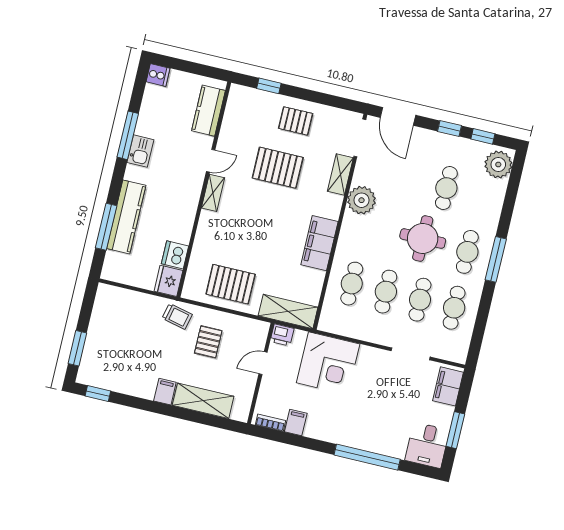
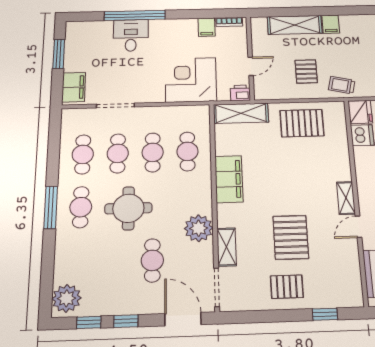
pallet: (278, 168) -> (291, 237), turned 90
cafe table: (446, 188) -> (152, 260), moved
desk: (427, 445) -> (131, 35), moved

